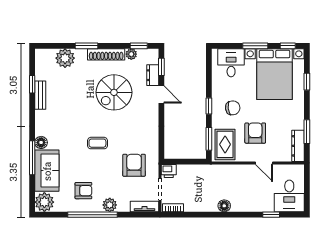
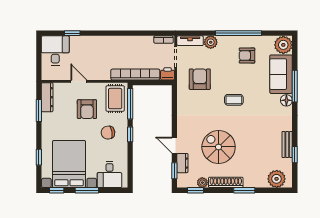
plant: (65, 58) -> (277, 179), moved
spiral stairs: (114, 92) -> (219, 147), turned -90
window: (209, 139) -> (130, 104), width x1.44
armchair: (134, 165) -> (200, 79), turned 180
bookcase: (203, 170) -> (135, 75), added
plant: (110, 205) -> (211, 42), moved
floor lamp: (224, 206) -> (116, 41), removed

